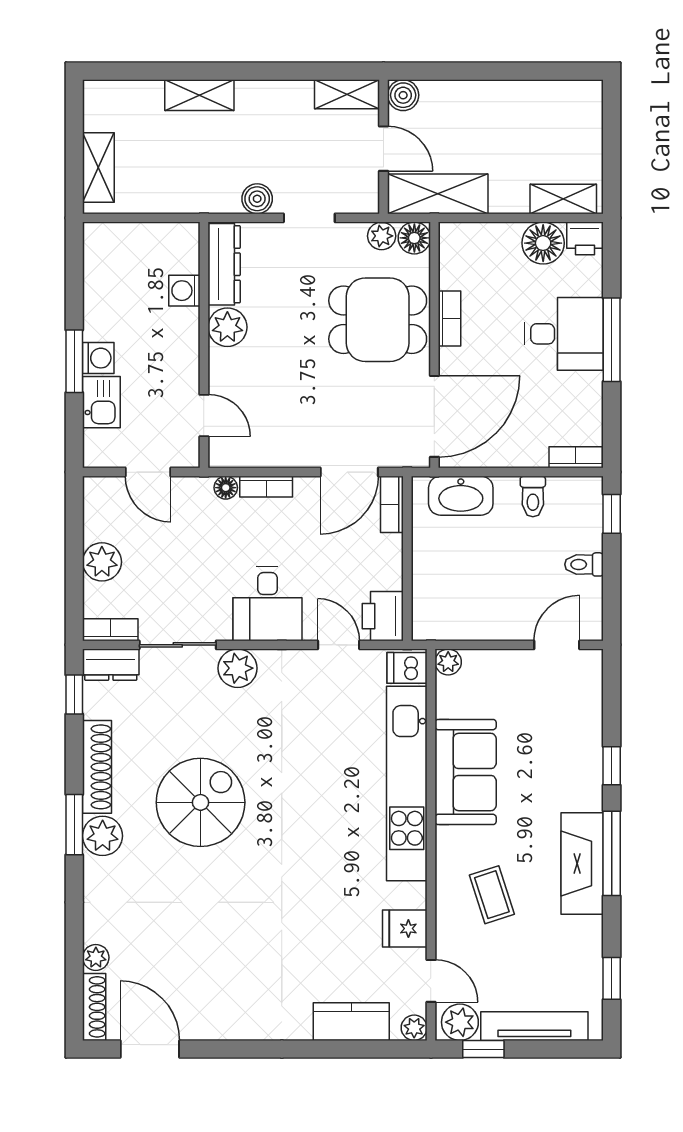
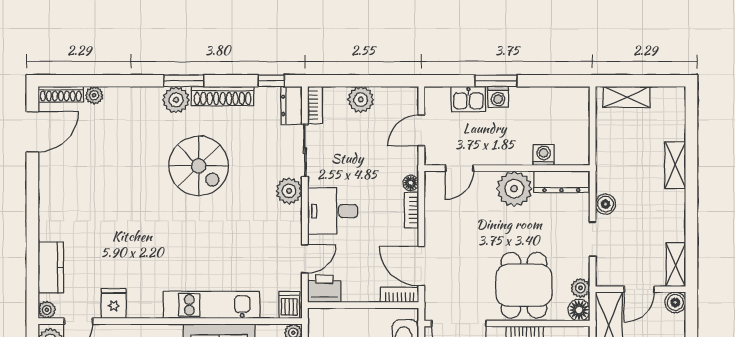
plant: (227, 327) -> (514, 189), width x1.36, depth x1.36
kitchen unit: (407, 783) -> (211, 305), width x0.73

